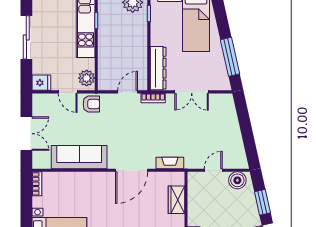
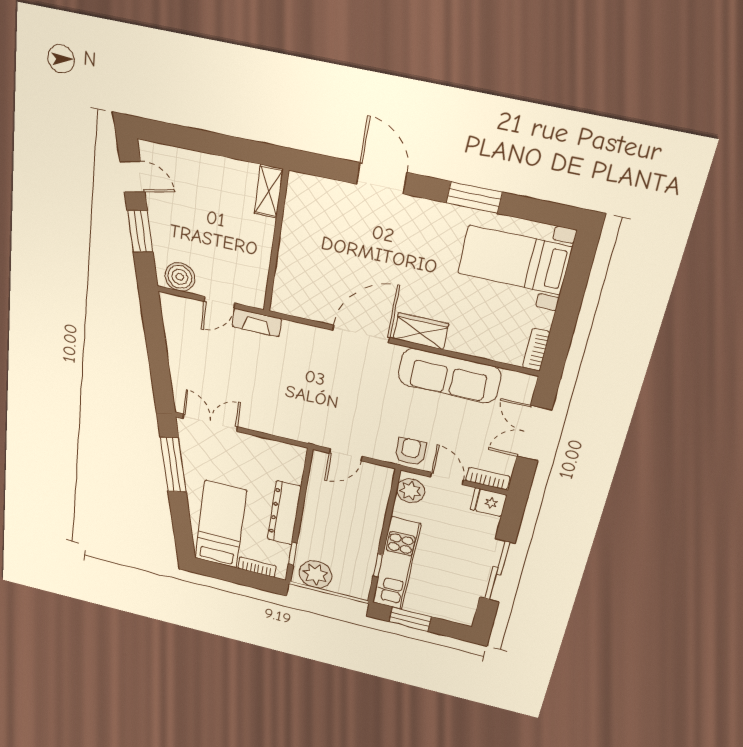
dresser: (158, 68) -> (284, 513), moved
double door: (192, 92) -> (210, 423), moved
bookcase: (153, 98) -> (488, 479), moved
armchair: (91, 104) -> (411, 451), turned 90
fireplace: (170, 163) -> (257, 323), moved
wardrobe: (176, 200) -> (421, 331), moved, turned -90

